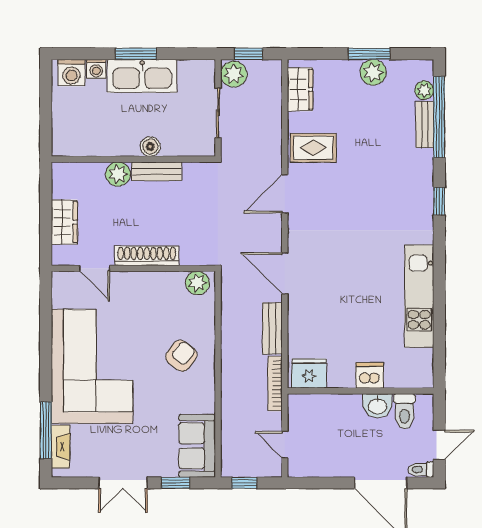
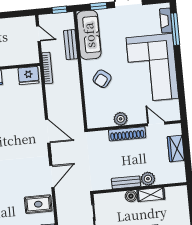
shelving: (115, 146) -> (151, 195), added
plant: (197, 283) -> (121, 119), moved
bench: (272, 328) -> (71, 45), moved
sofa: (197, 446) -> (89, 35), width x1.36

